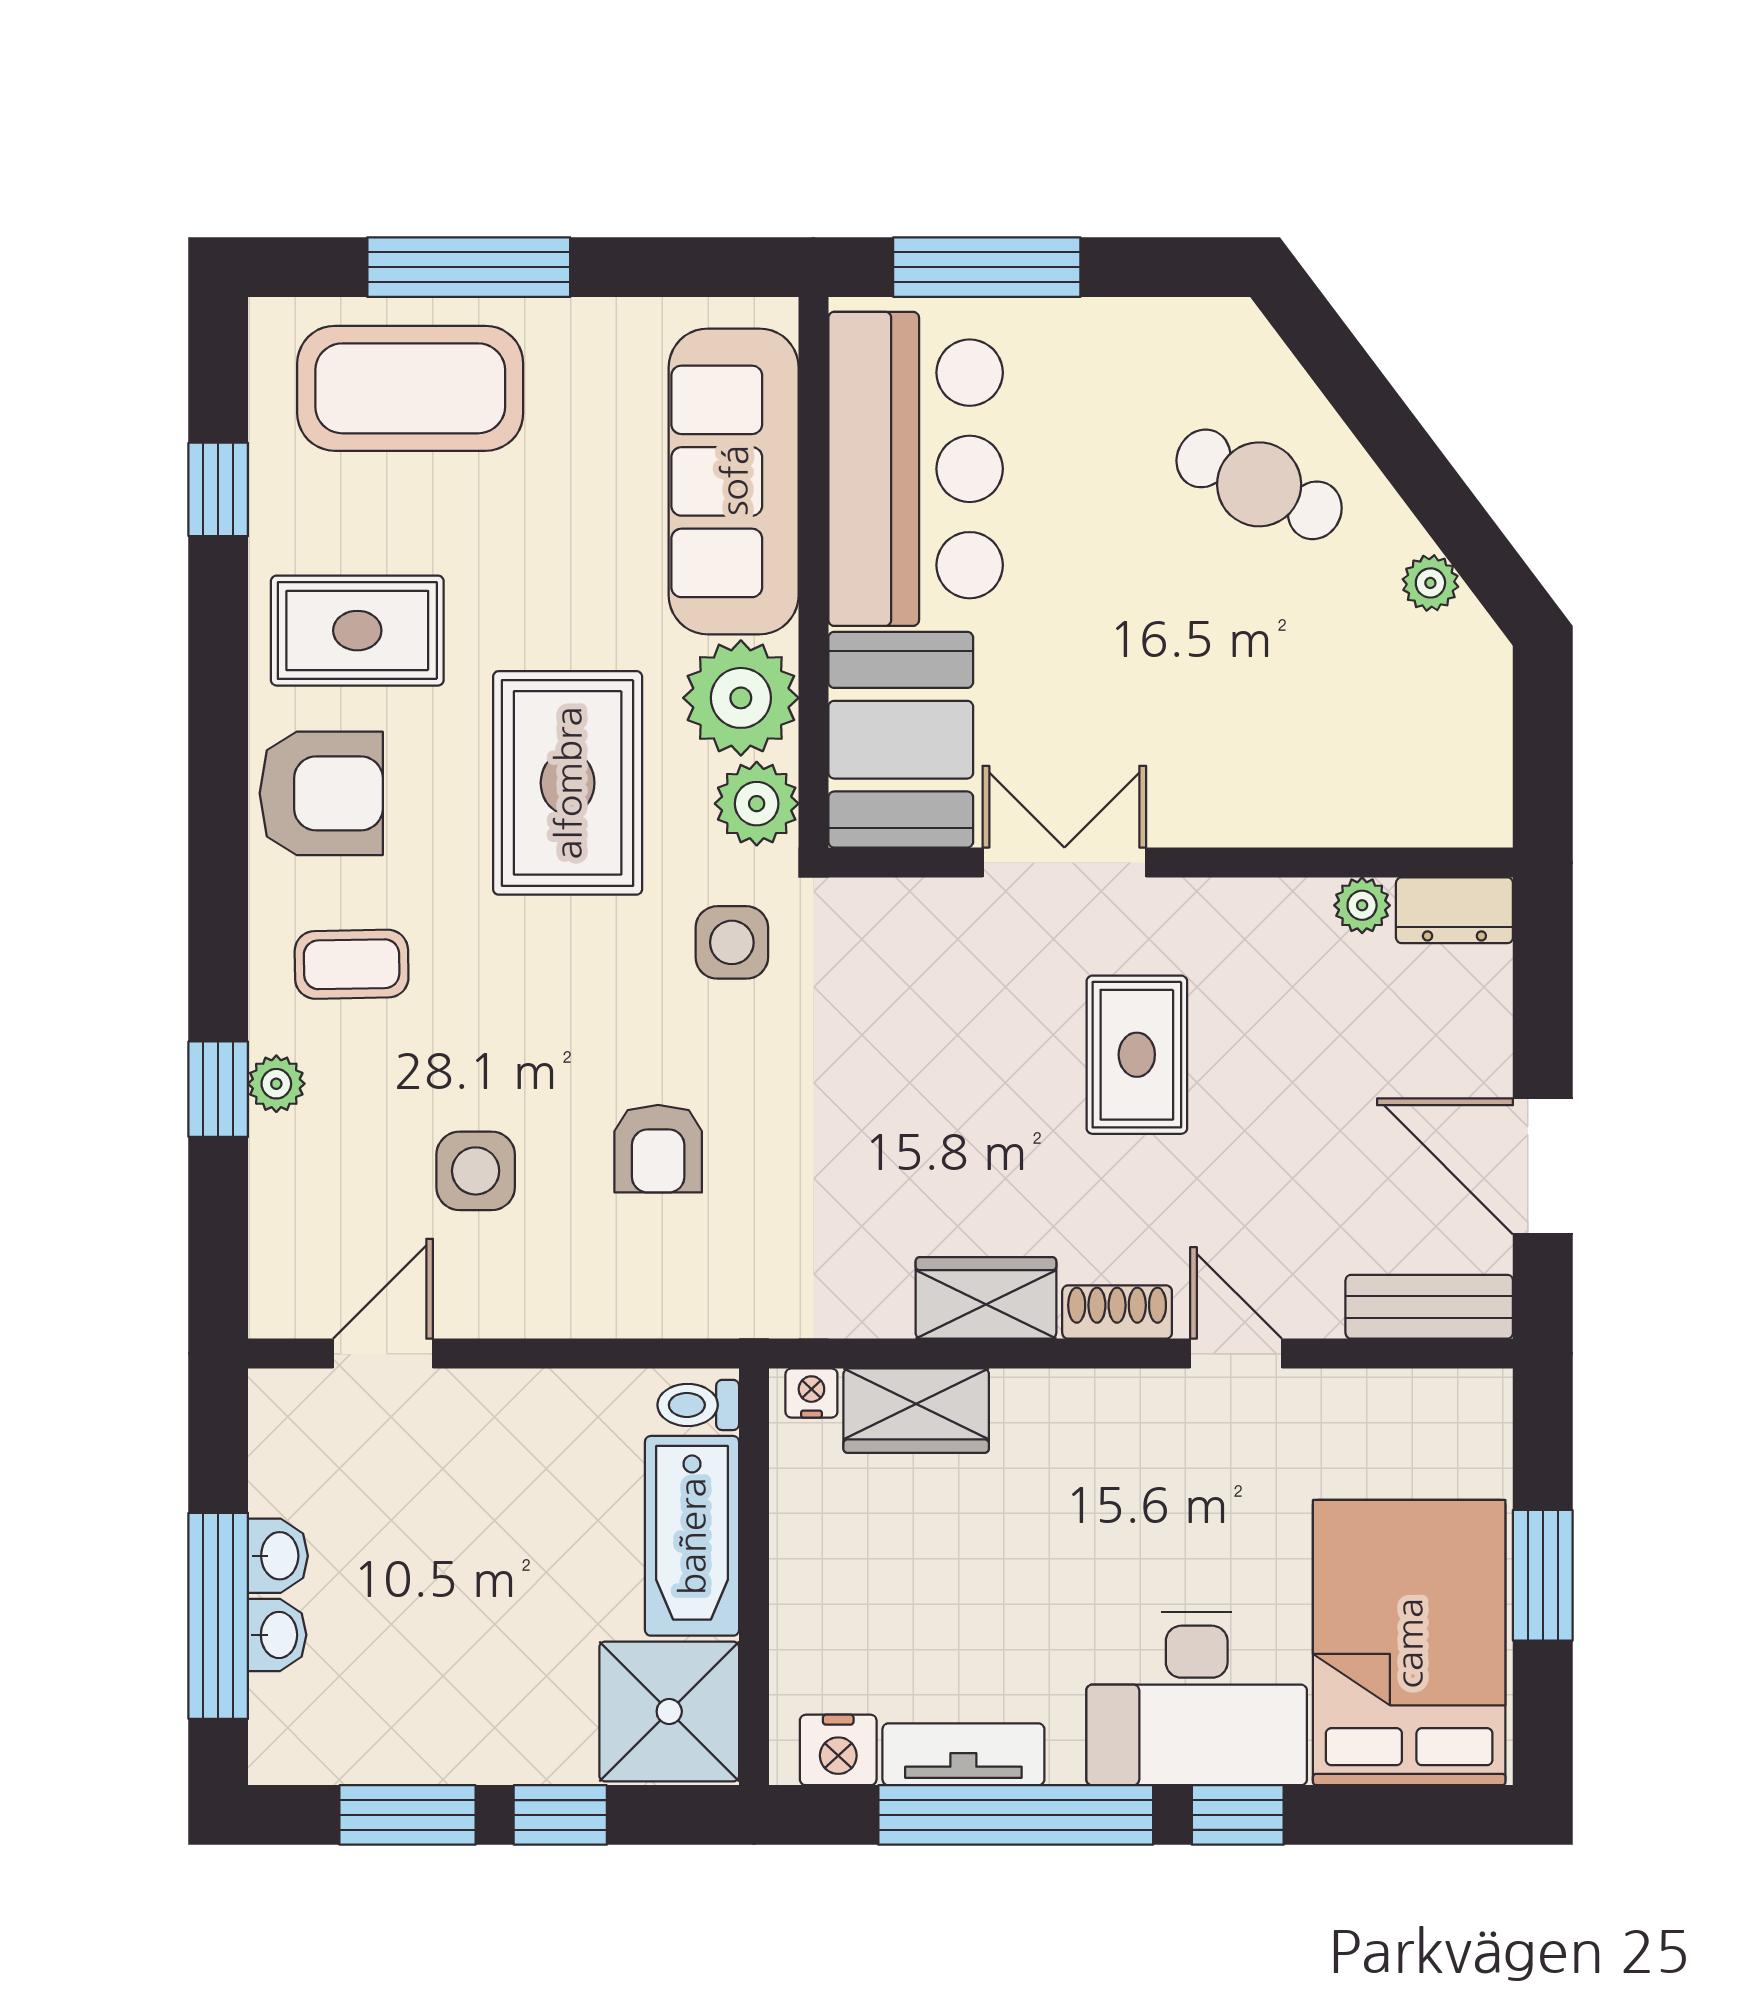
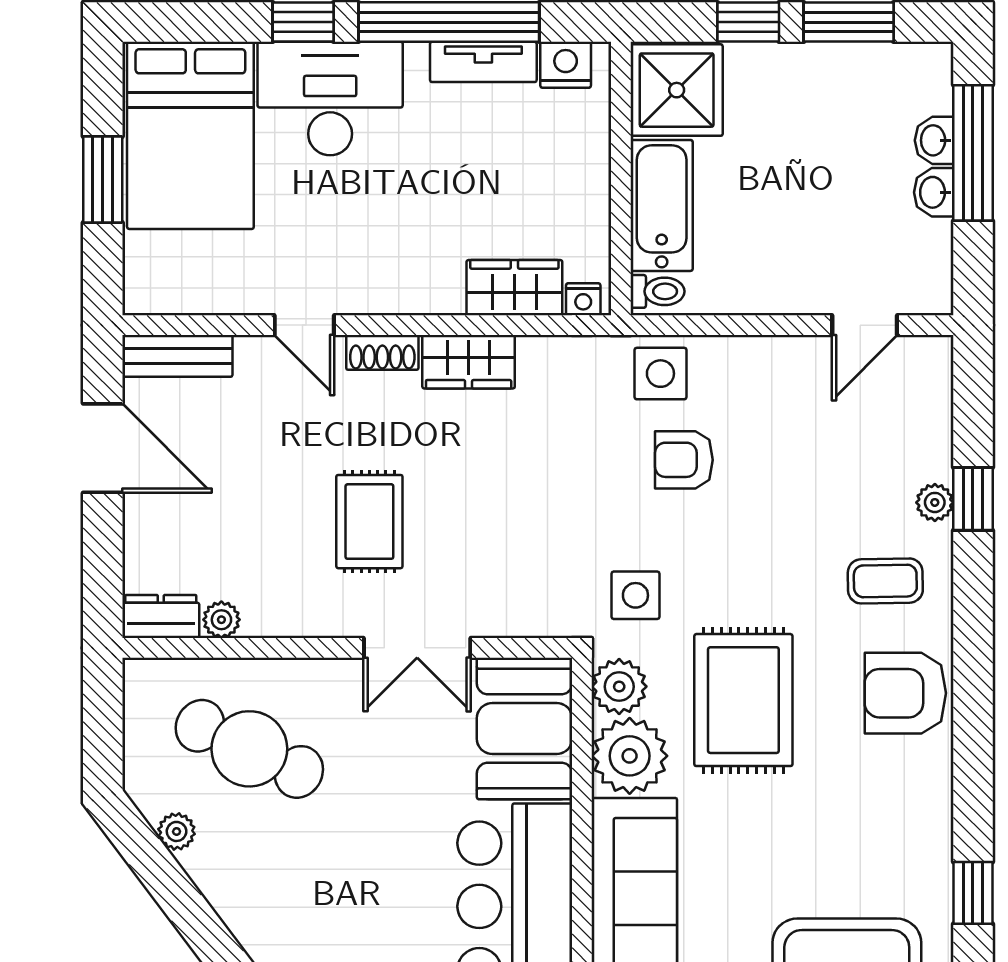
cafe table: (1259, 484) -> (249, 749), moved, width x1.37, depth x1.35
rug: (357, 631) -> (882, 800), removed
armchair: (658, 1149) -> (684, 460), turned -90
side table: (476, 1171) -> (660, 374), moved

